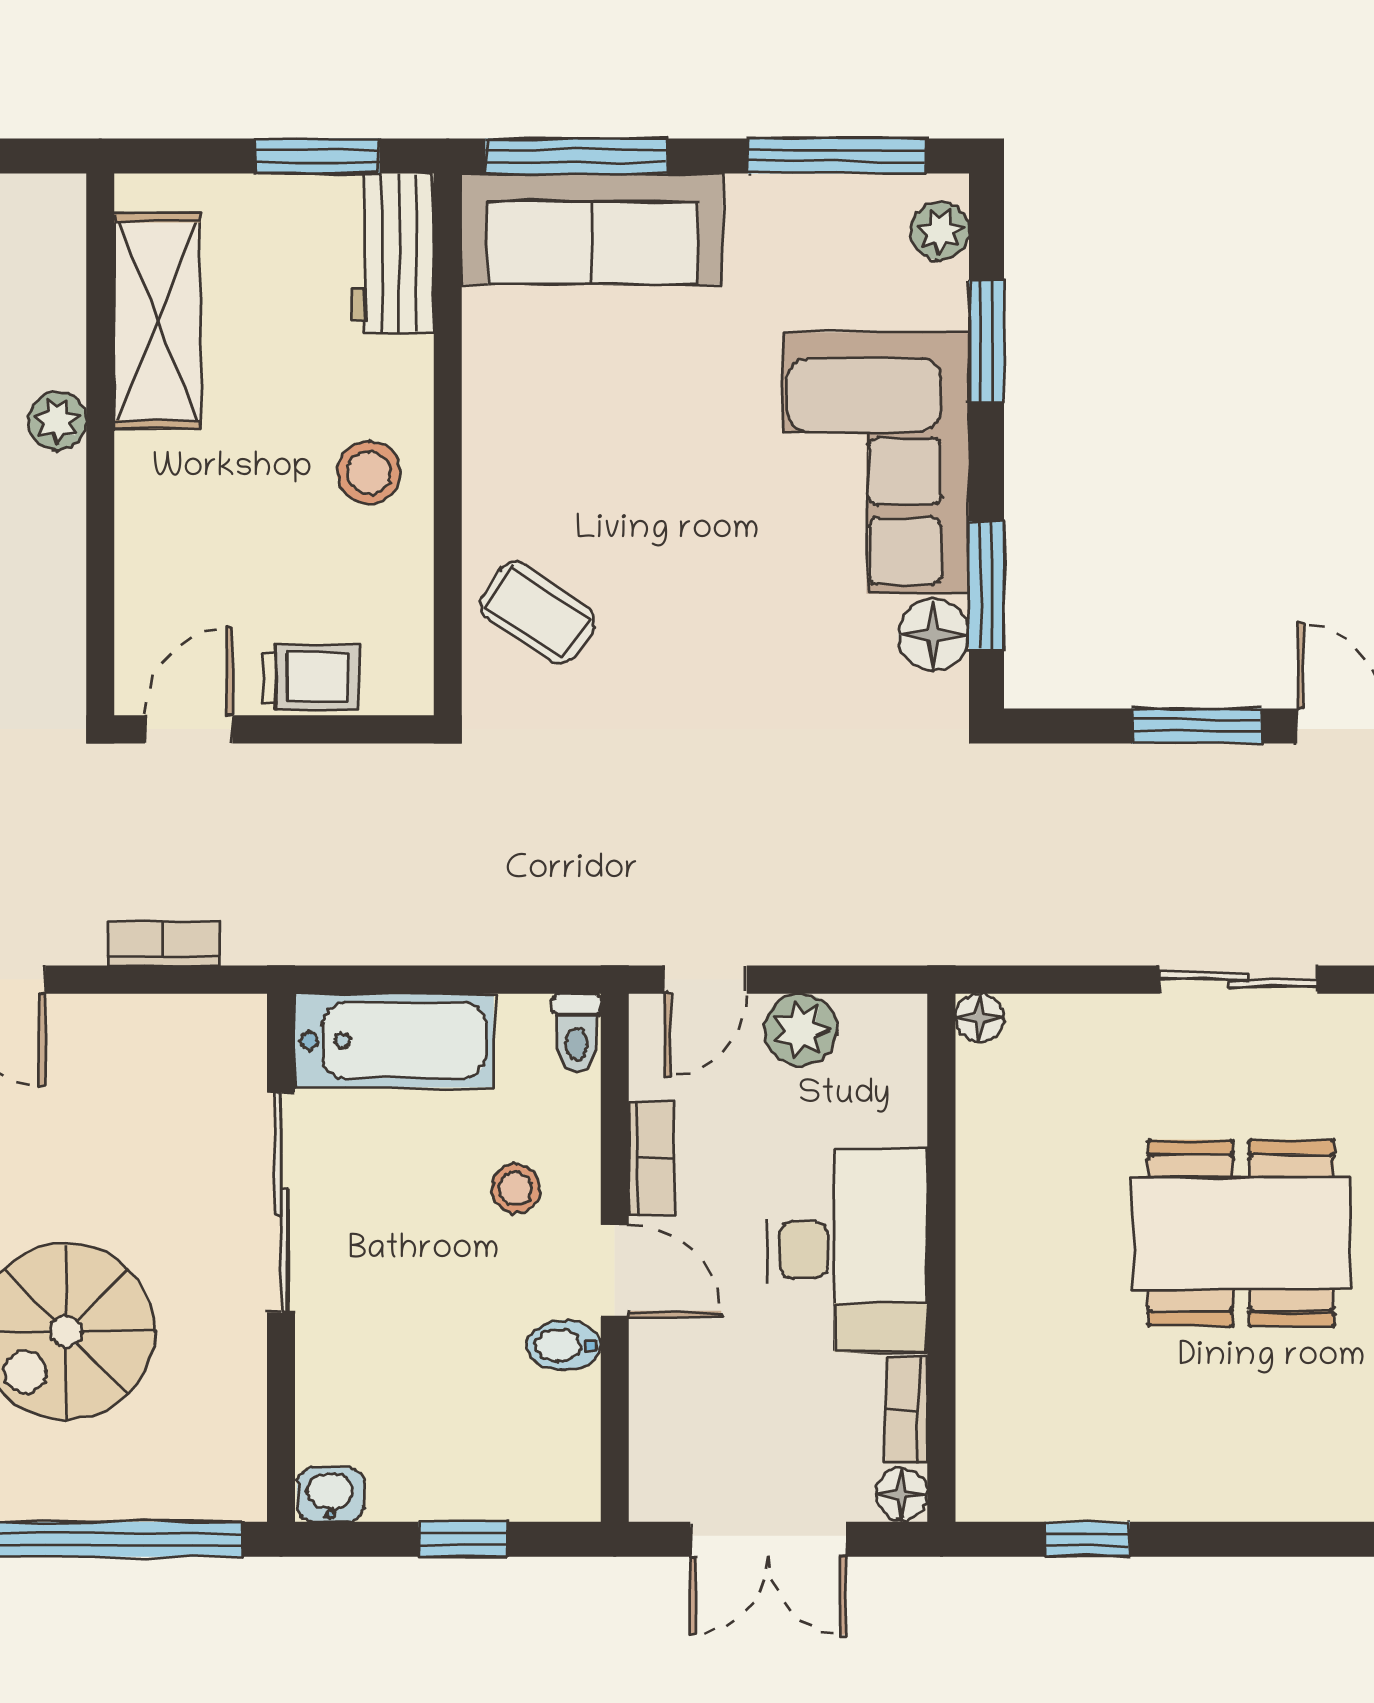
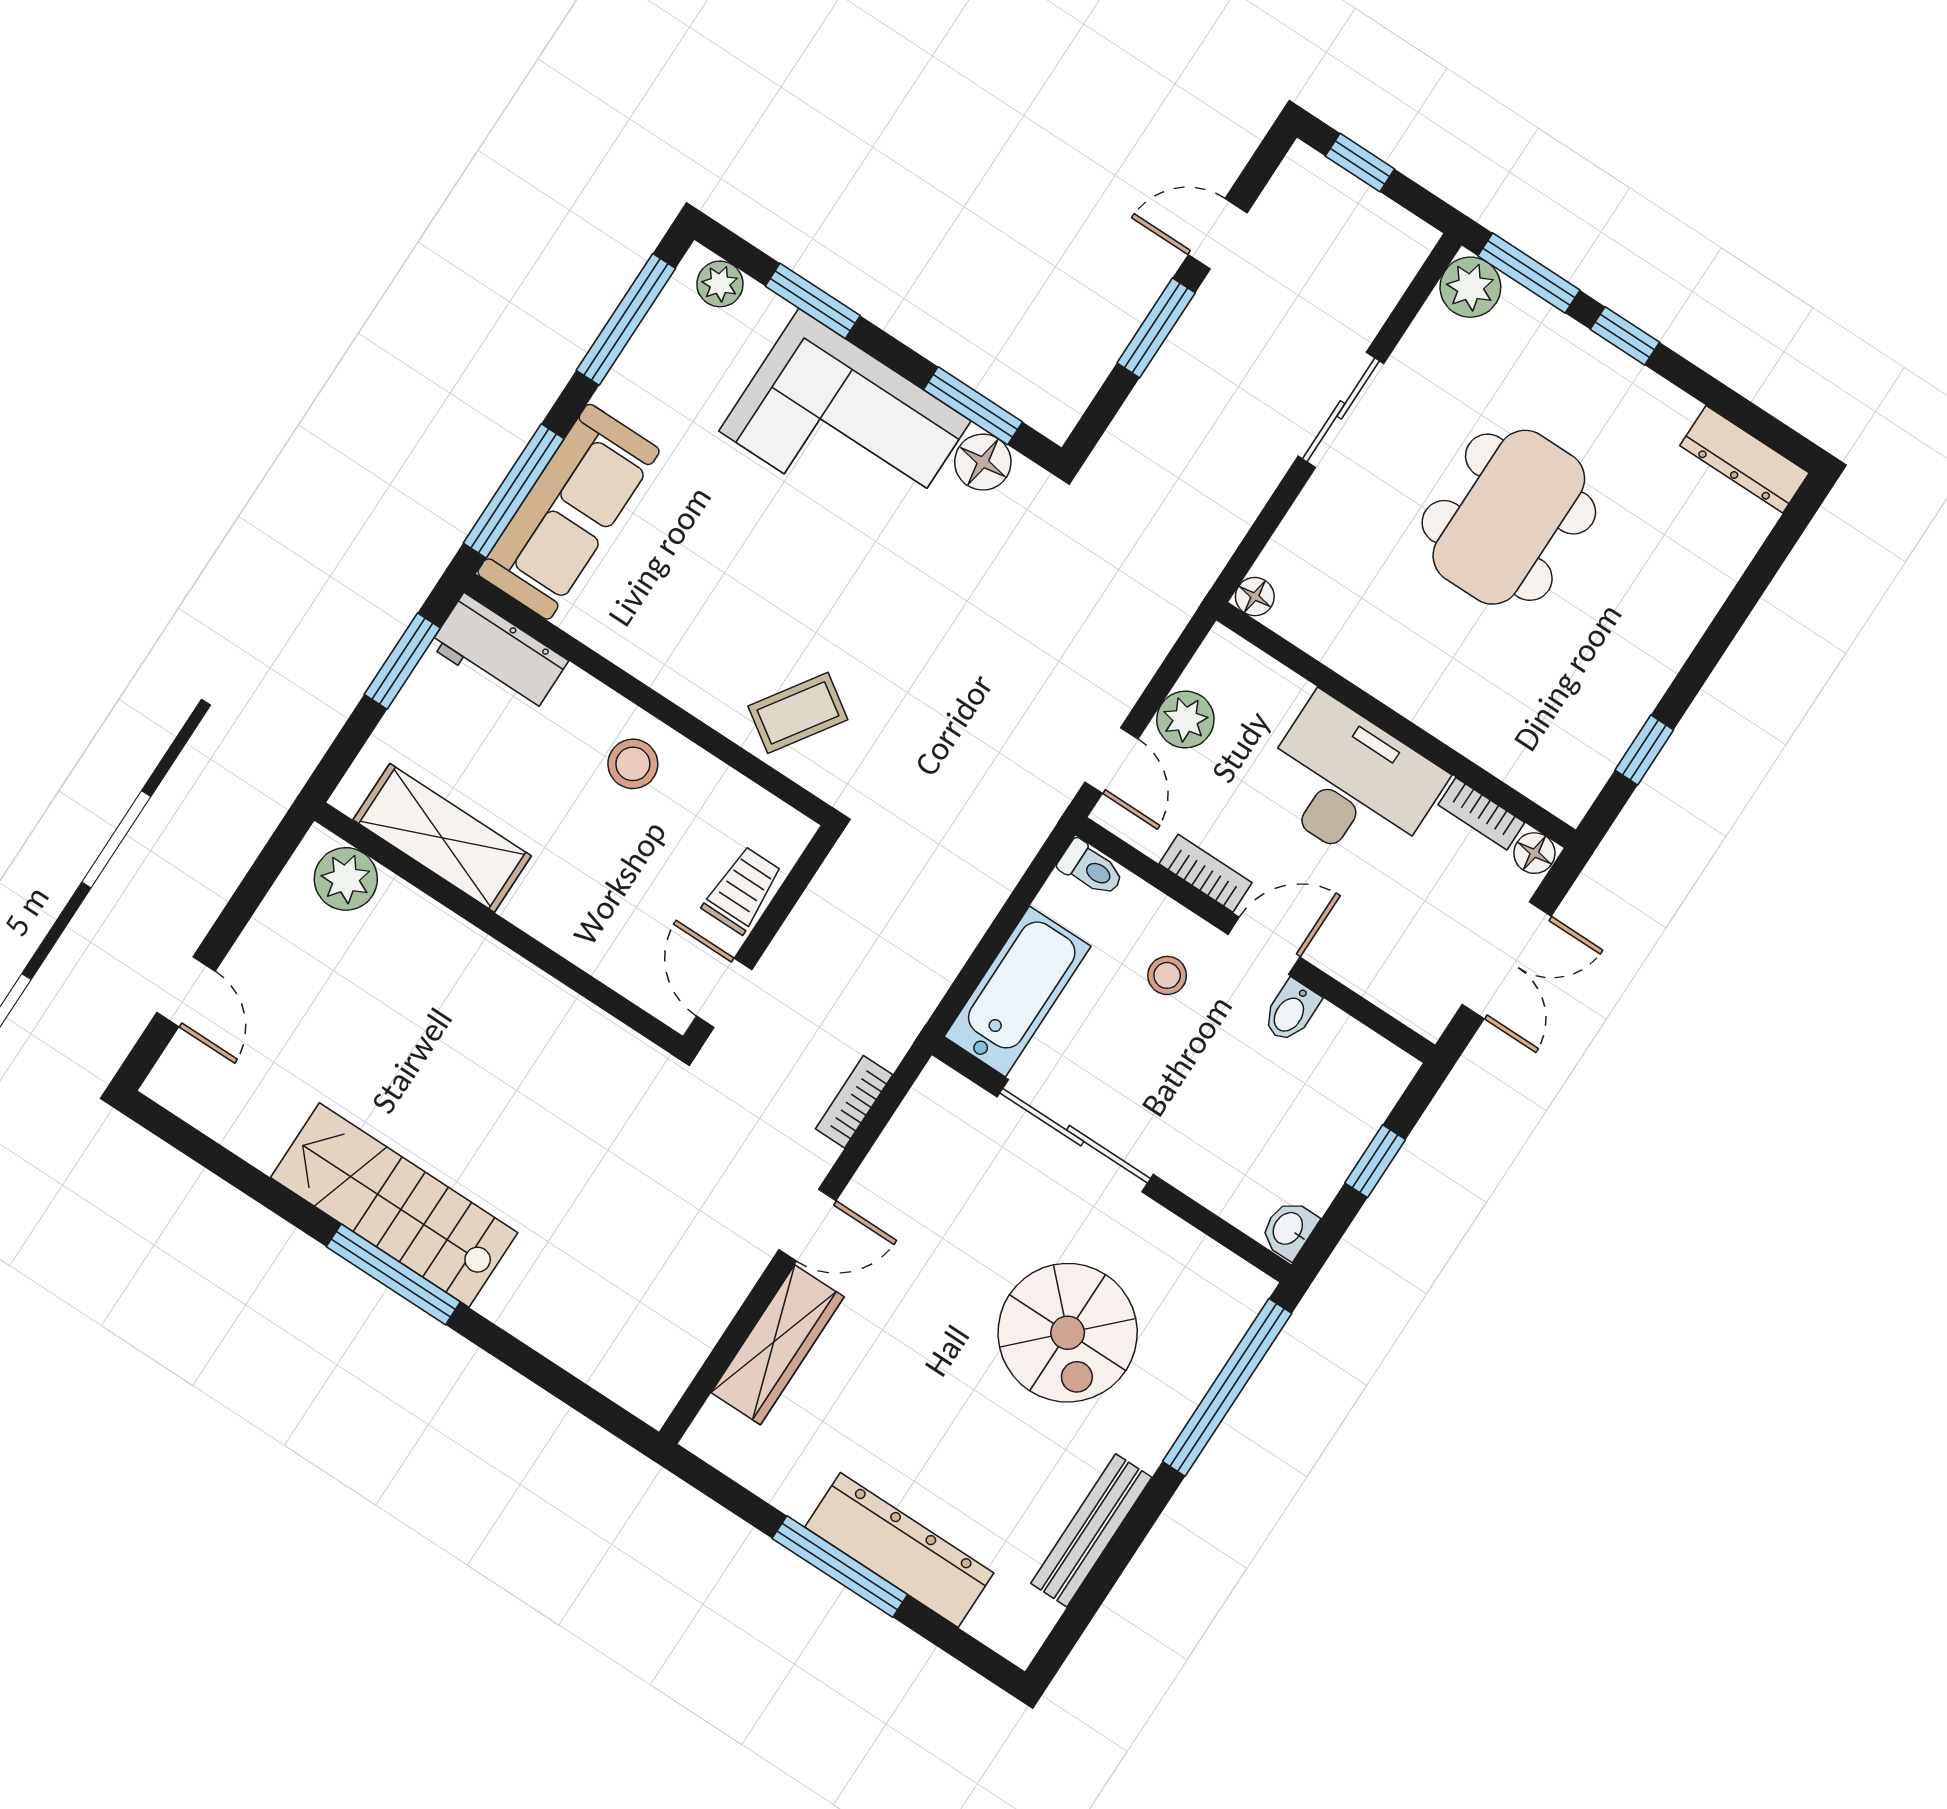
plant: (57, 421) -> (346, 879), moved, width x1.38, depth x1.38

